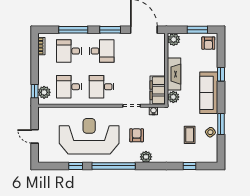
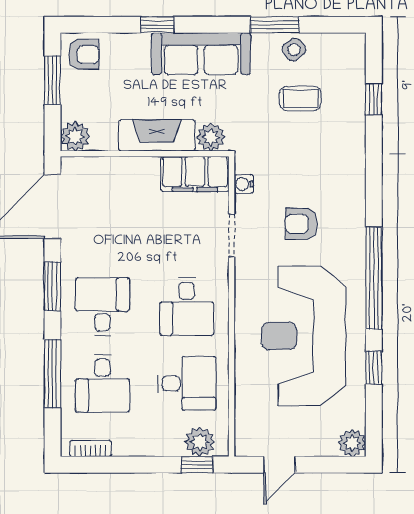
desk: (69, 87) -> (187, 383), turned -90
door: (35, 136) -> (279, 465), moved
plant: (146, 157) -> (352, 443), moved

